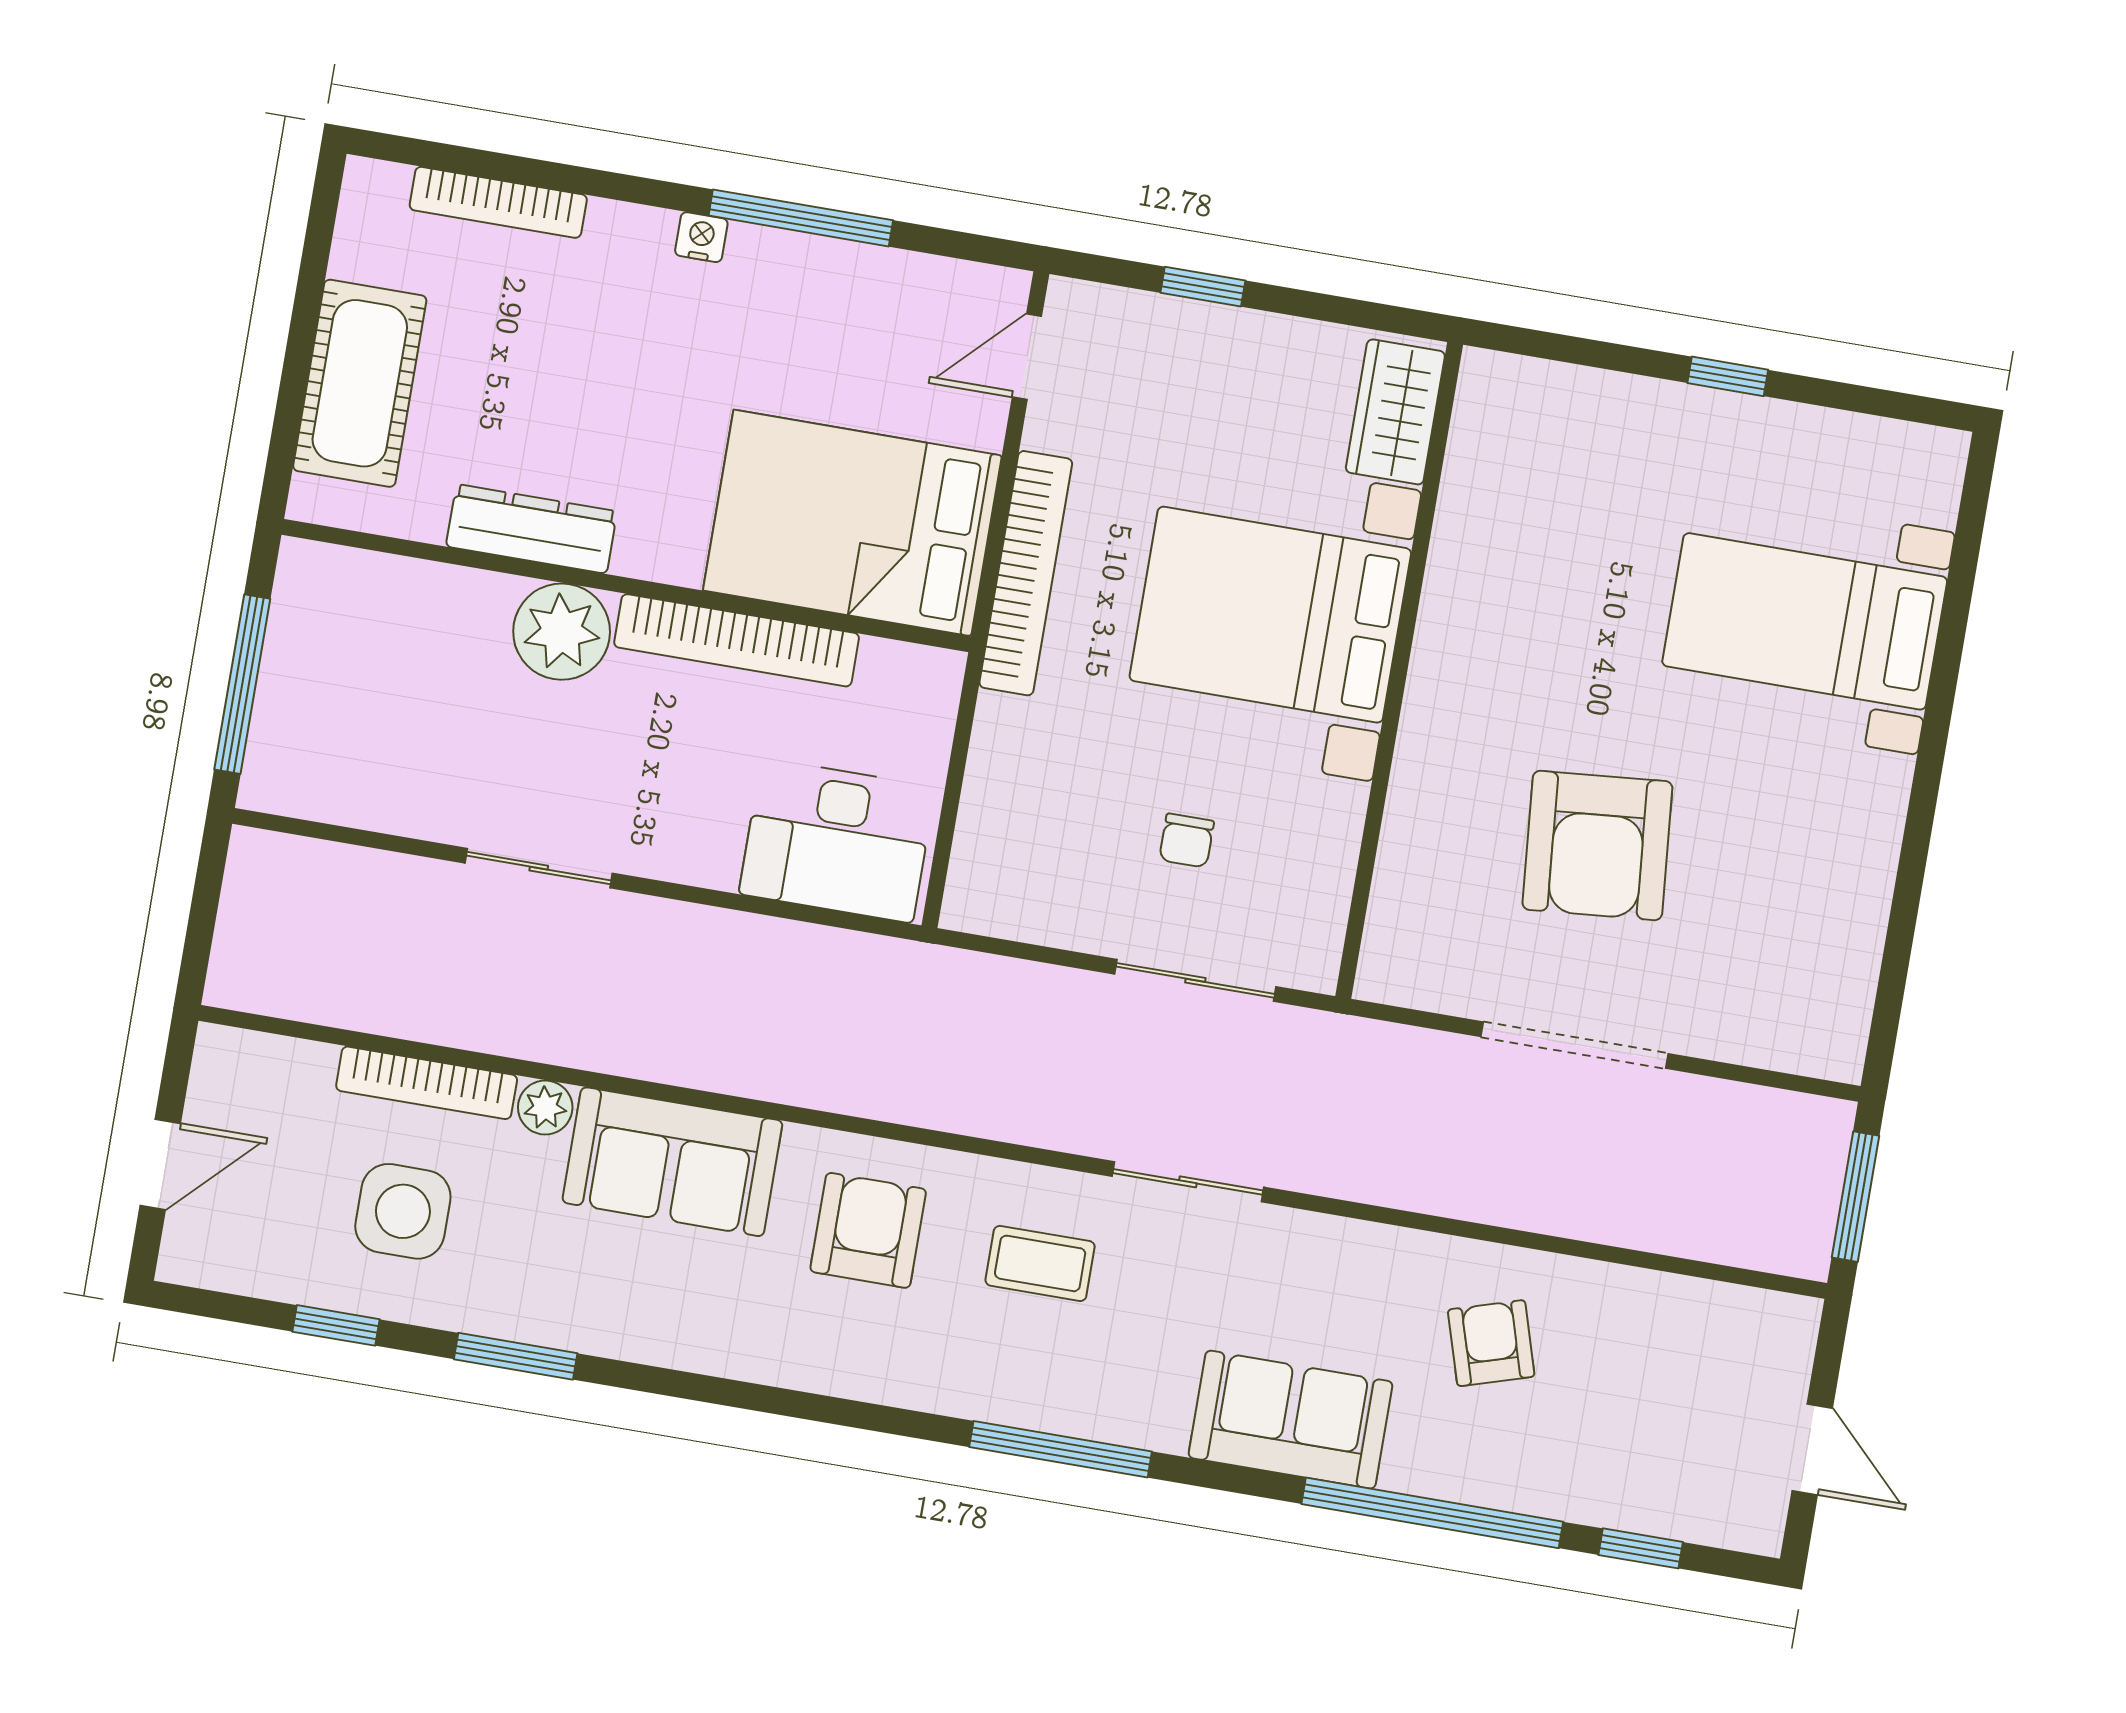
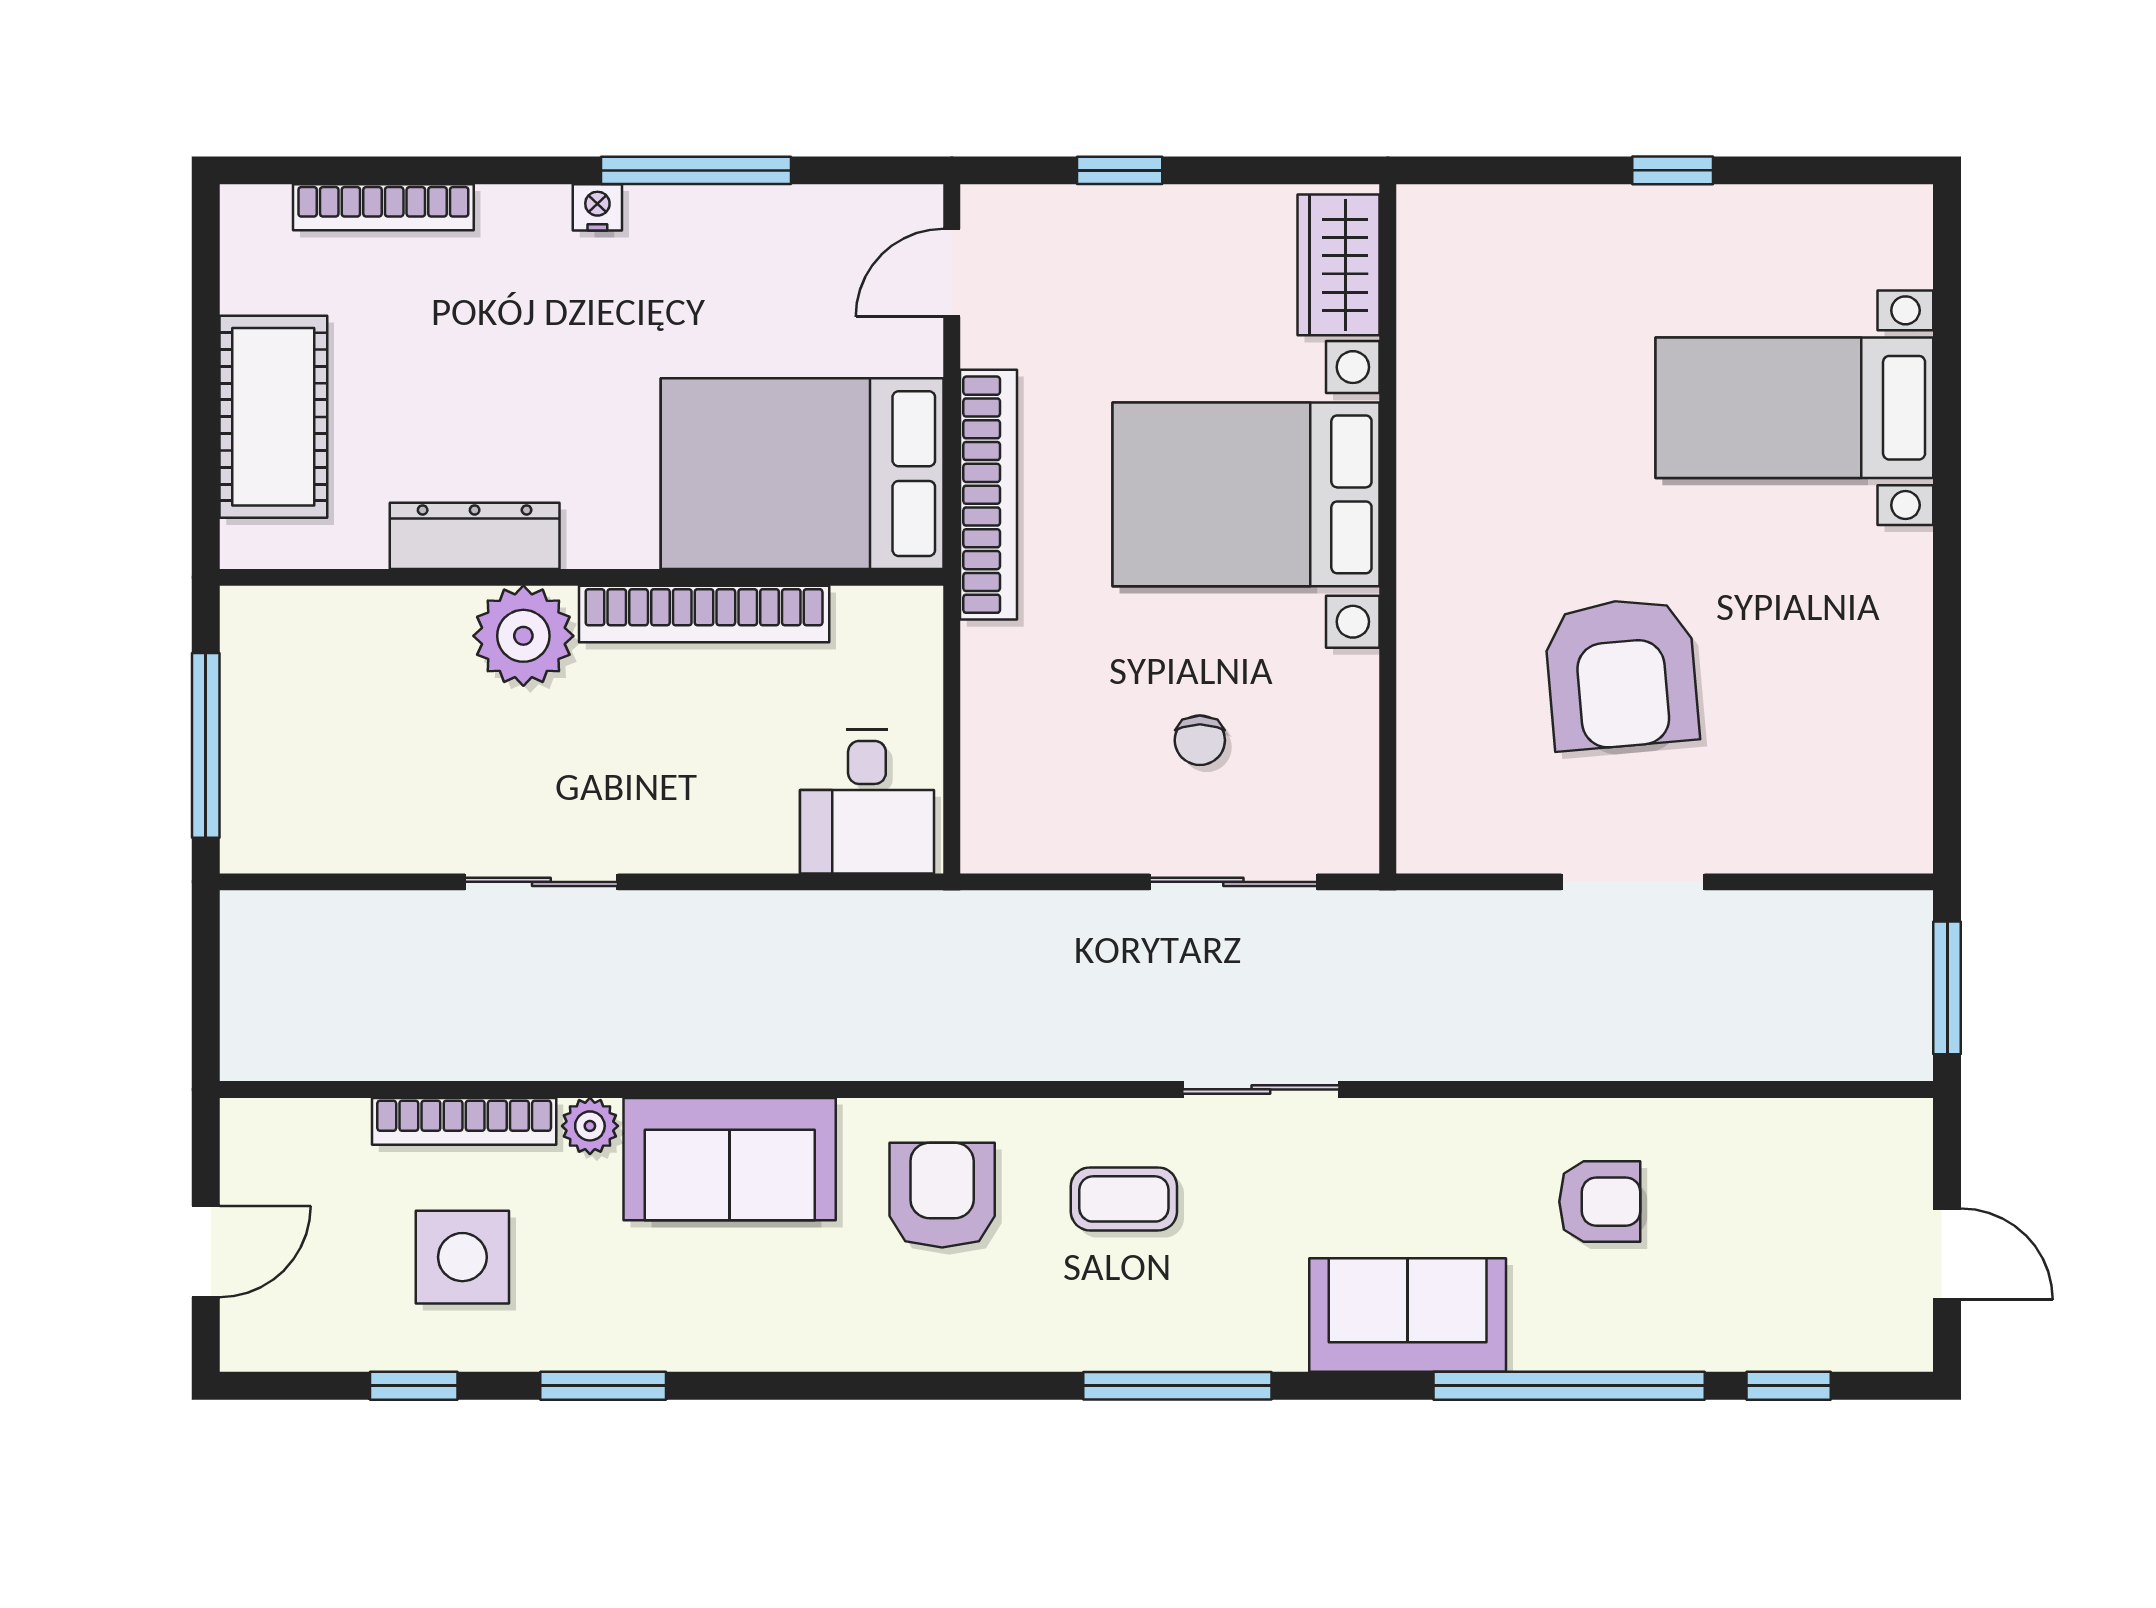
desk: (837, 841) -> (867, 801), width x0.73
doorway: (1575, 1045) -> (1633, 882), width x0.73
armchair: (1491, 1343) -> (1600, 1202), turned 107

